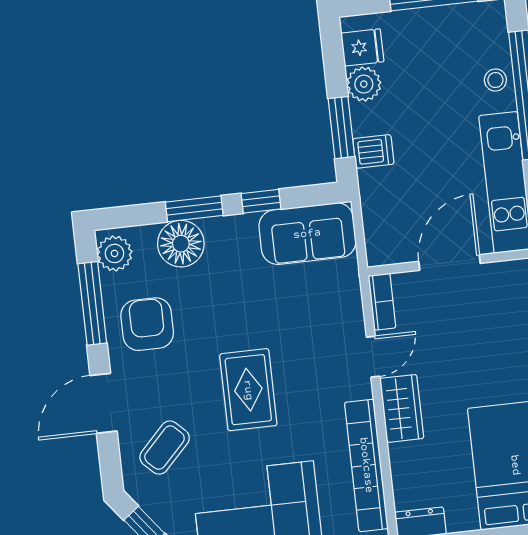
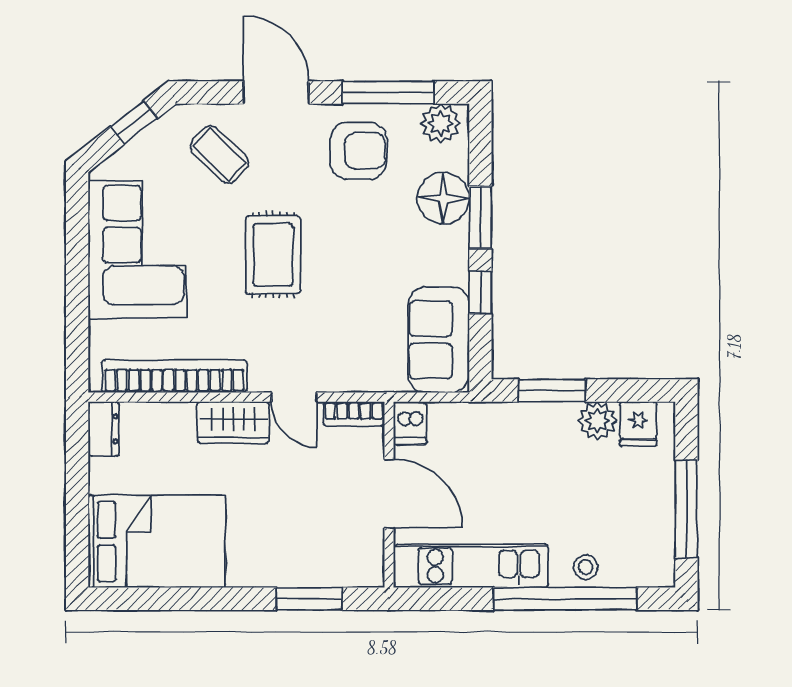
dishwasher: (373, 151) -> (410, 423), moved
rug: (248, 390) -> (273, 255), turned 90

